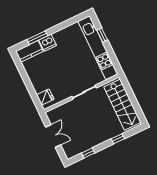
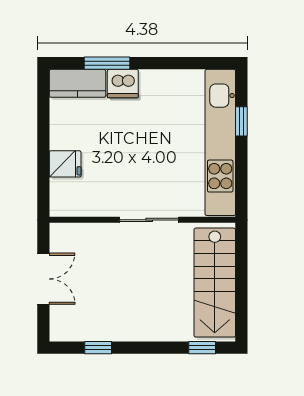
fridge: (45, 97) -> (65, 164), moved
window: (118, 139) -> (202, 348), moved

